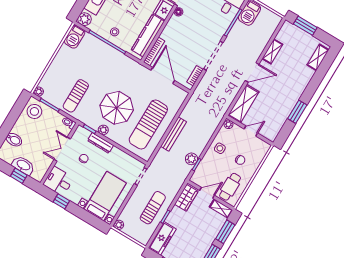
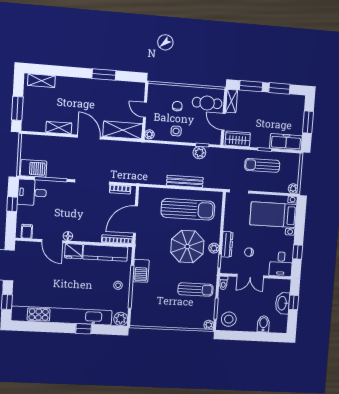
barbecue: (75, 37) -> (141, 271), moved, turned 90

